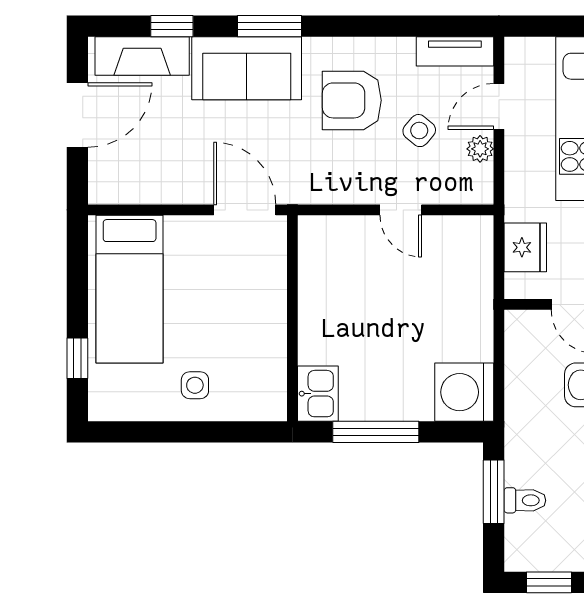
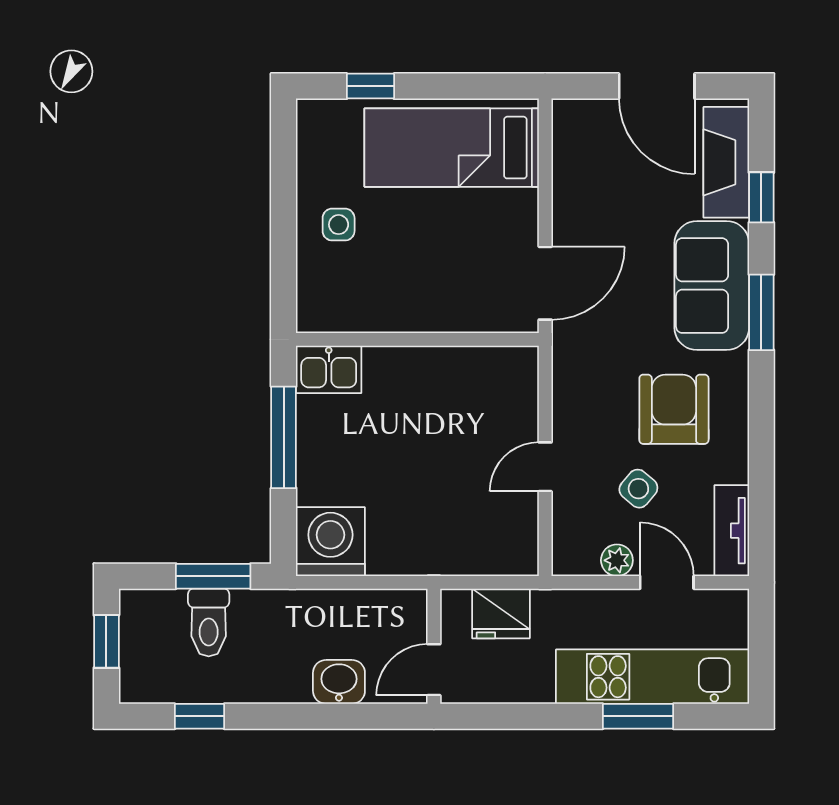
toilet: (525, 500) -> (209, 623), width x1.37, depth x1.39

